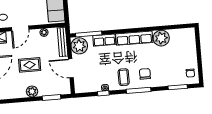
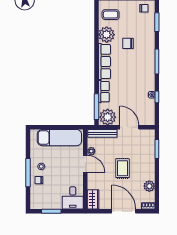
door: (20, 28) -> (85, 164), moved
door: (71, 68) -> (129, 127), swing flipped
chair: (145, 74) -> (128, 43), moved
coffee table: (124, 77) -> (111, 15), moved
plant: (32, 91) -> (149, 186), moved

